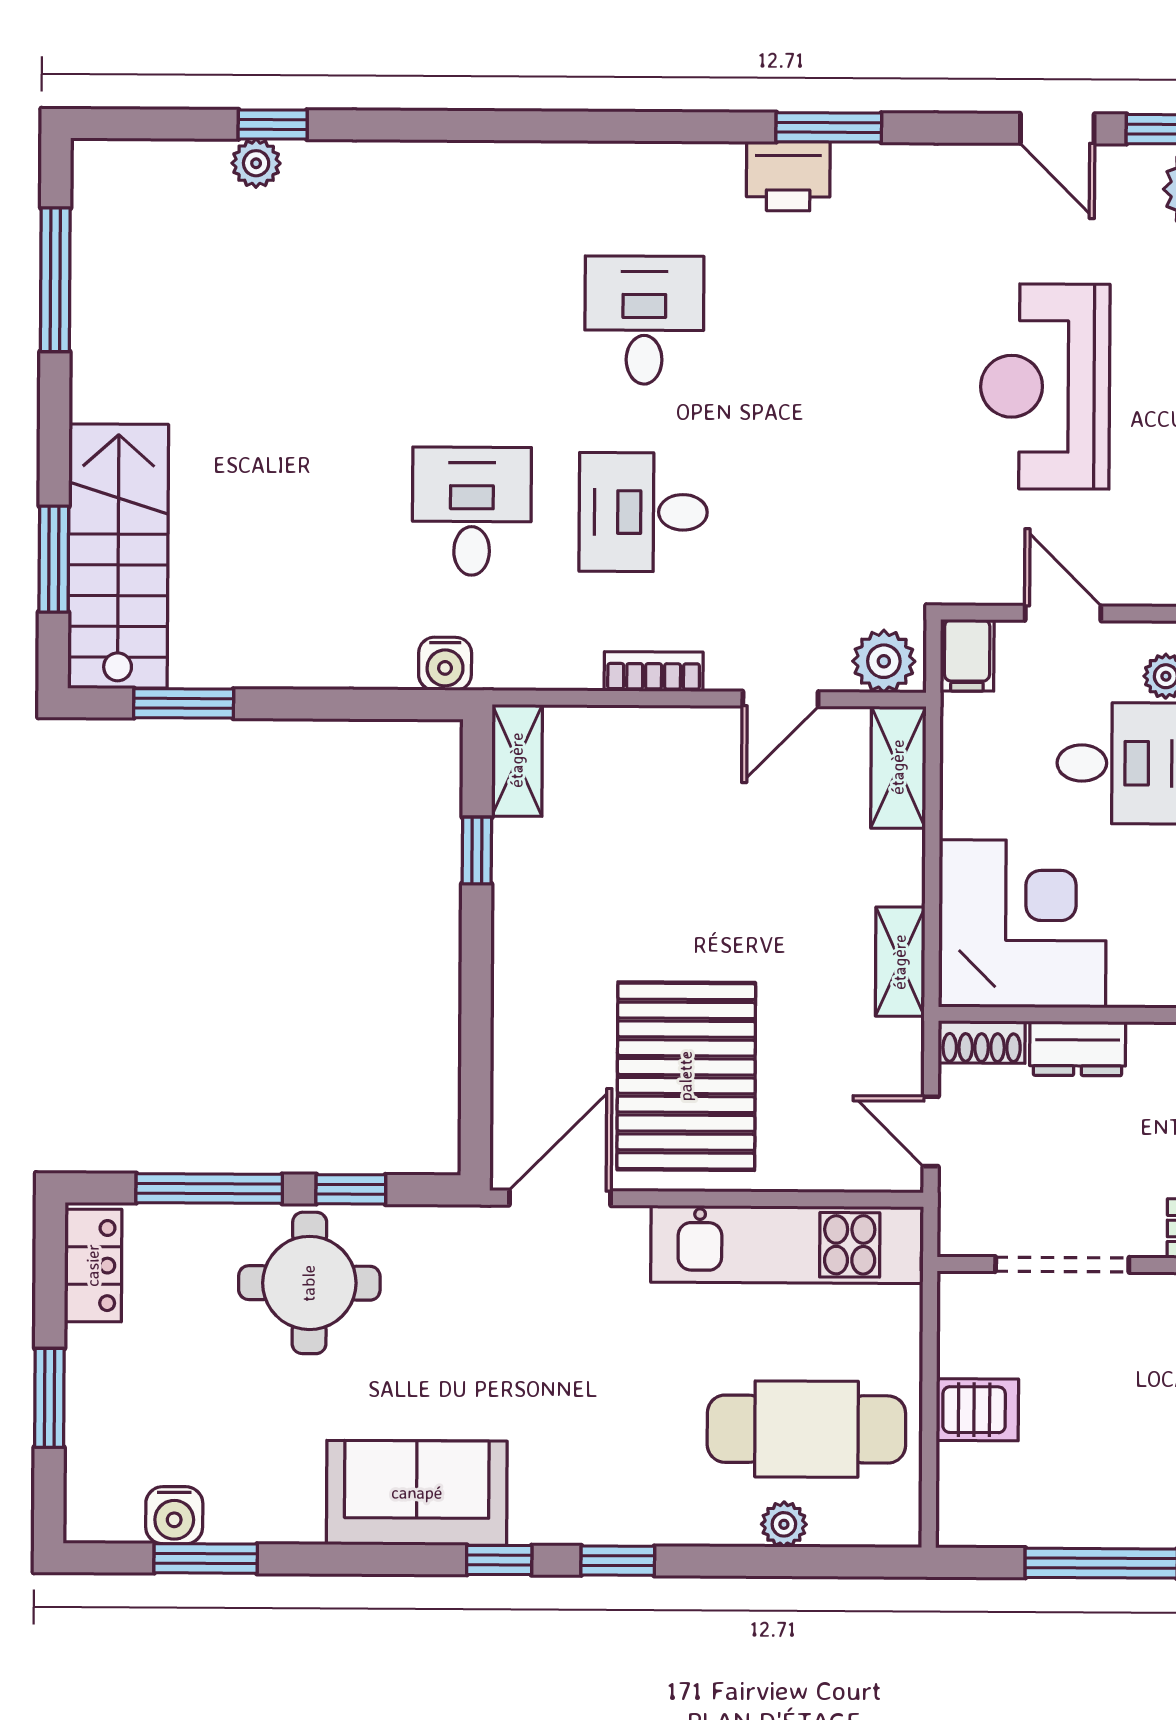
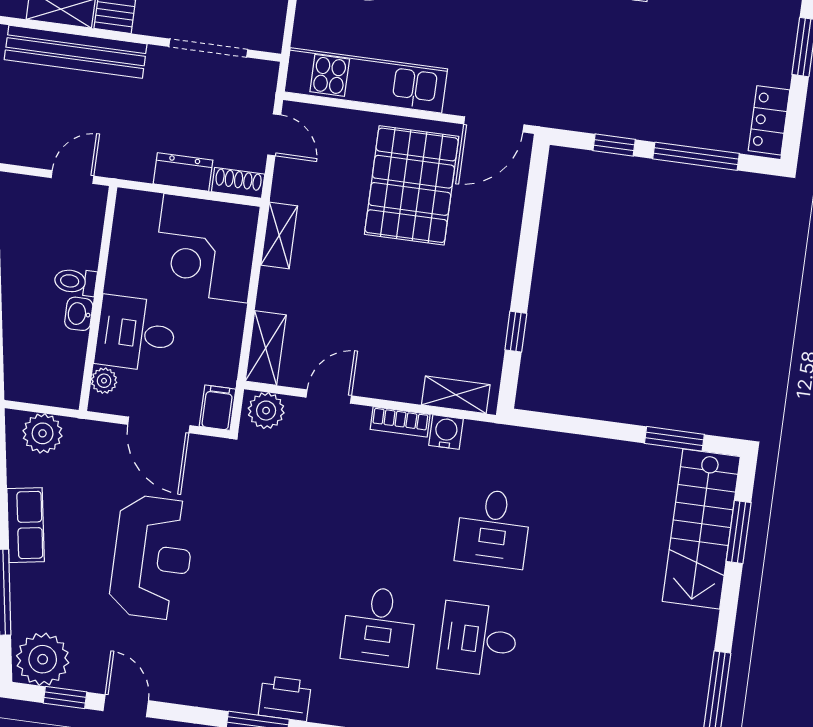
desk: (643, 512) -> (478, 639), moved, turned 180
door: (1063, 613) -> (159, 425), width x1.37
water cooler: (445, 664) -> (446, 432), moved
shelving: (517, 760) -> (456, 395), moved, turned 90
round table: (309, 1283) -> (645, 94), removed

